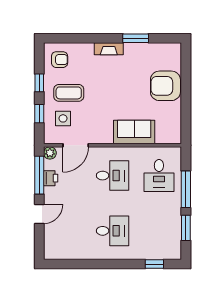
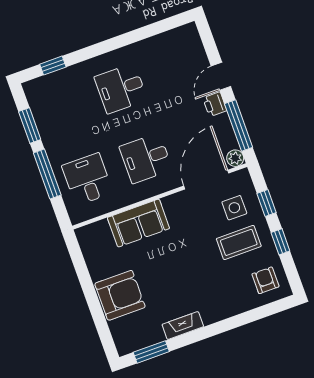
window: (136, 38) -> (151, 352), moved
fireplace: (109, 49) -> (183, 326), moved
armchair: (60, 60) -> (265, 280), turned 90
door: (76, 145) -> (206, 180), width x1.36
printer: (51, 178) -> (215, 104), moved

